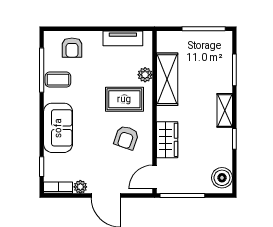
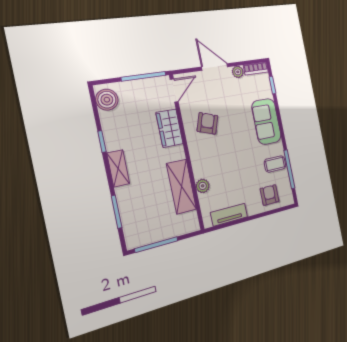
rug: (124, 99) -> (216, 159), removed

